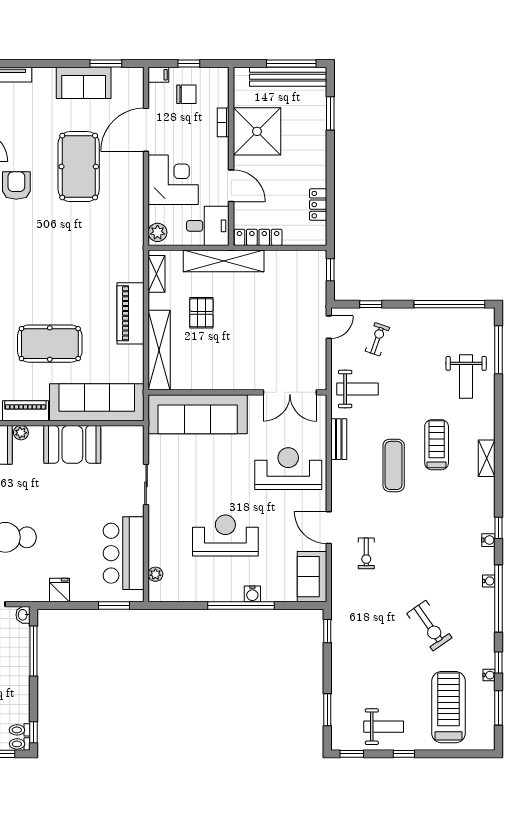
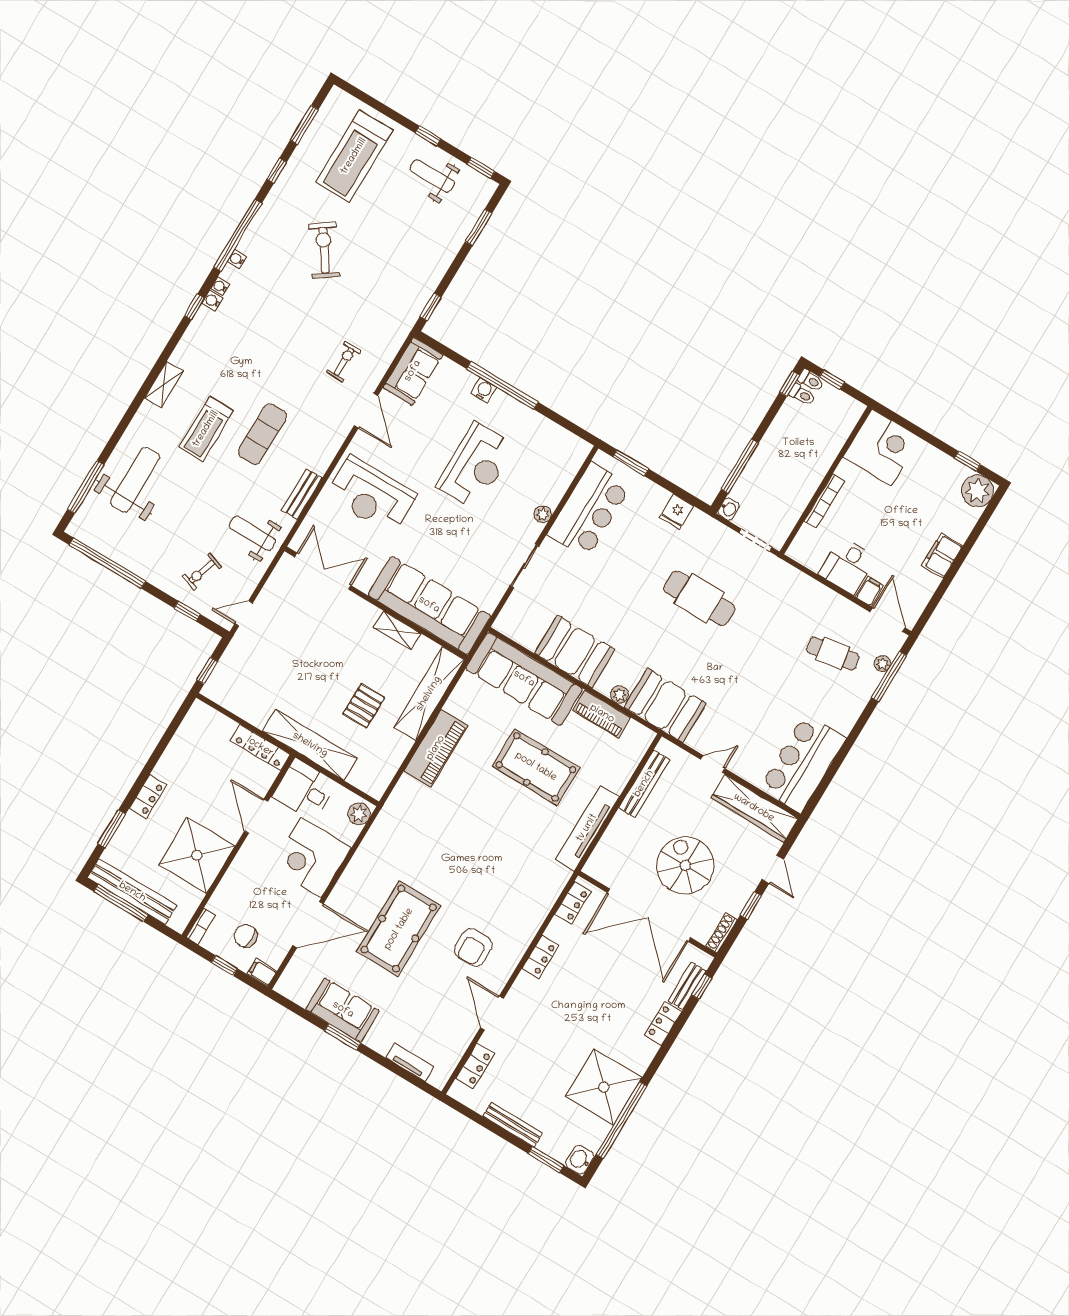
window: (106, 64) -> (343, 1037), moved
bookcase: (223, 122) -> (201, 926), moved
locker: (318, 205) -> (148, 797), moved
shelving: (157, 274) -> (397, 631), moved, turned 90
weight bench: (466, 377) -> (135, 480), width x1.36, depth x1.33
reception desk: (225, 535) -> (475, 466), turned -90
plant: (155, 574) -> (543, 514), moved
water cooler: (489, 675) -> (220, 286), moved

